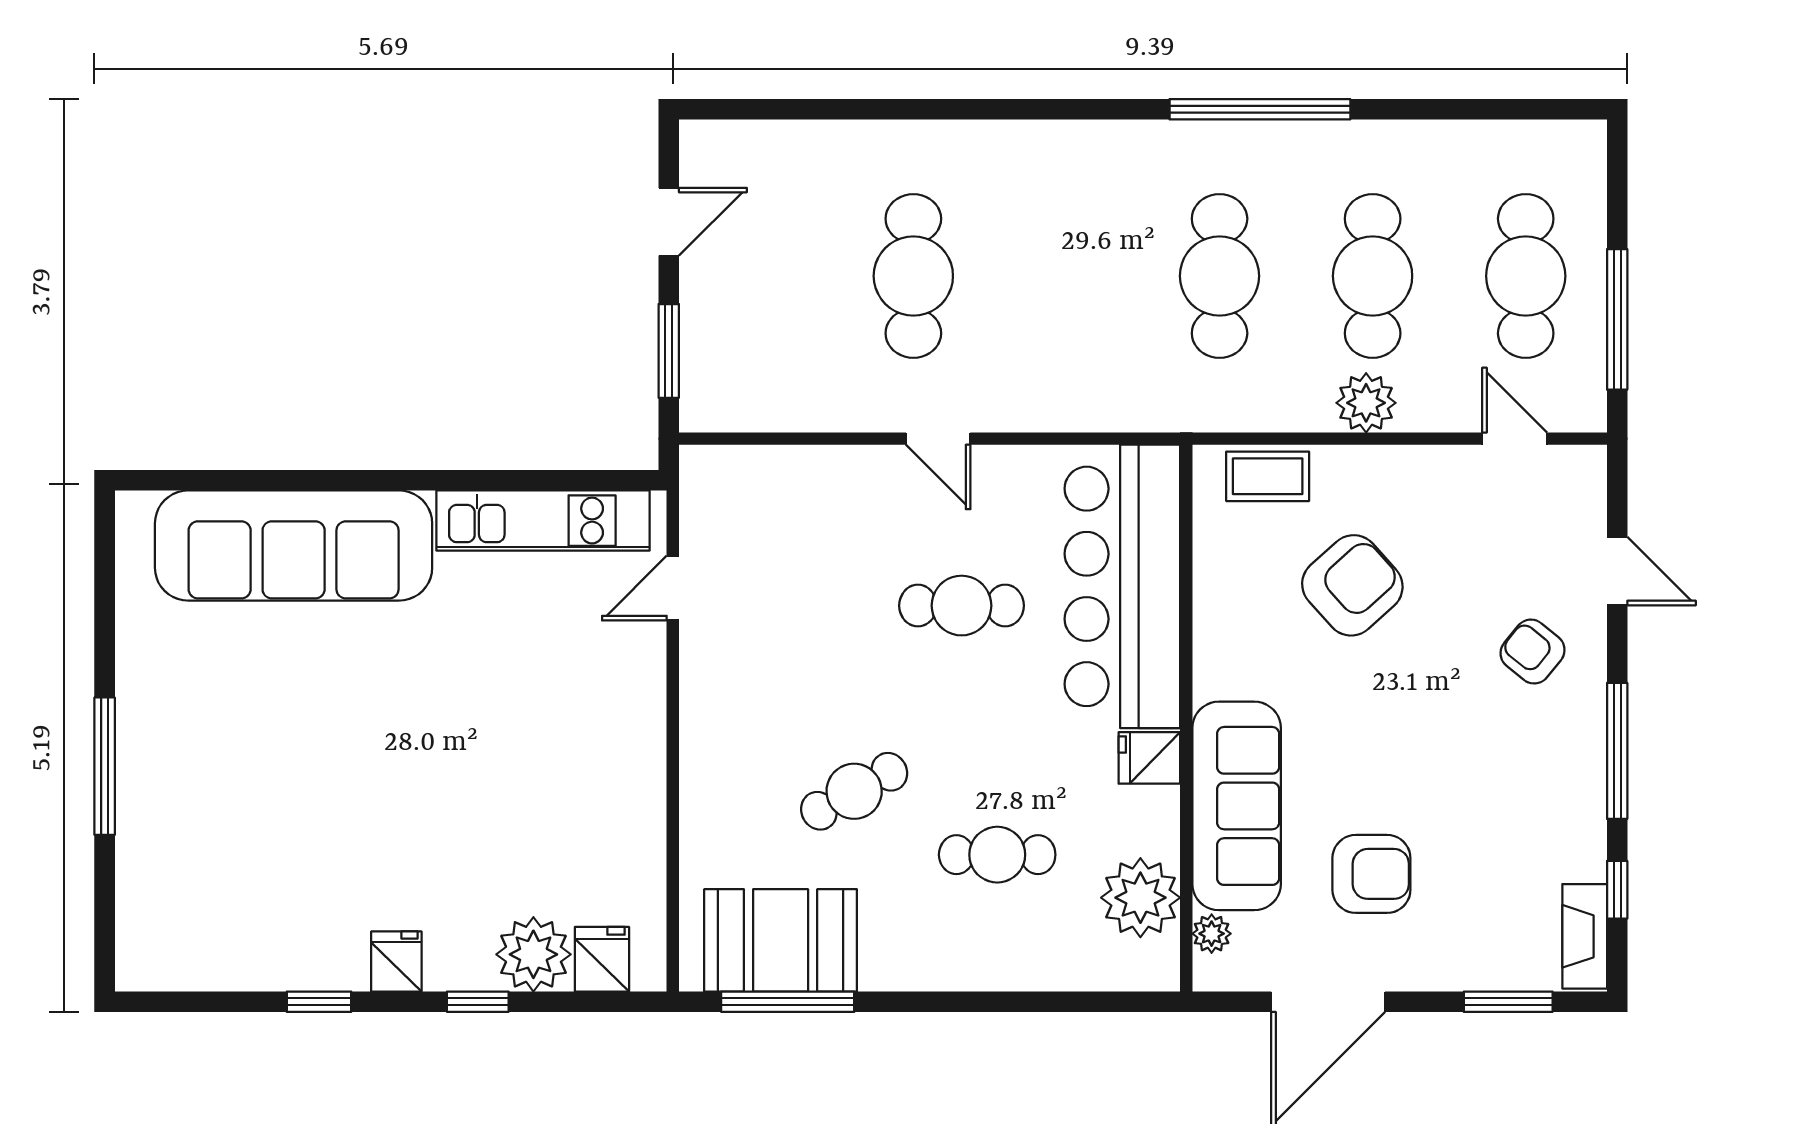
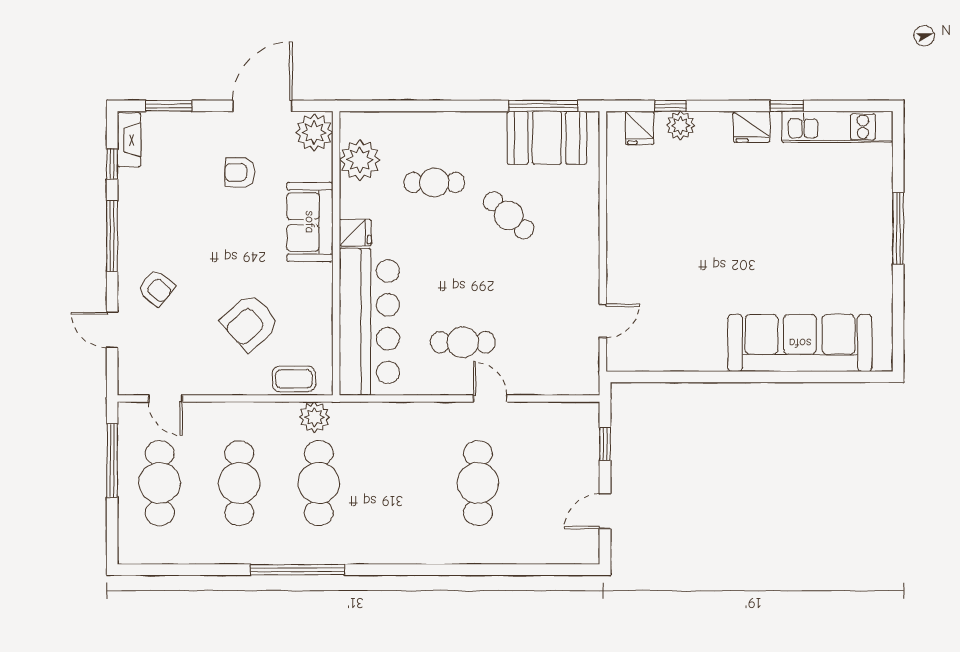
window: (669, 351) -> (605, 444), width x0.67
plant: (1366, 403) -> (314, 417), moved
door: (938, 439) -> (490, 399), moved
kitchen unit: (543, 521) -> (837, 127), moved, turned 180
cafe table: (962, 606) -> (463, 342), moved
cafe table: (854, 791) -> (509, 215), turned 71
sofa: (1237, 806) -> (310, 222), width x0.73
armchair: (1371, 874) -> (240, 172), width x0.72, depth x0.72
plant: (1212, 934) -> (314, 133), width x1.88, depth x1.88
plant: (533, 954) -> (680, 125), width x0.73, depth x0.73
fridge: (396, 962) -> (752, 127), width x1.38
window: (478, 1002) -> (671, 106), moved

